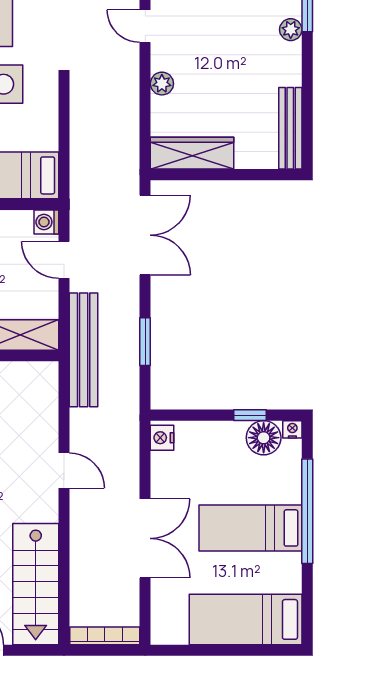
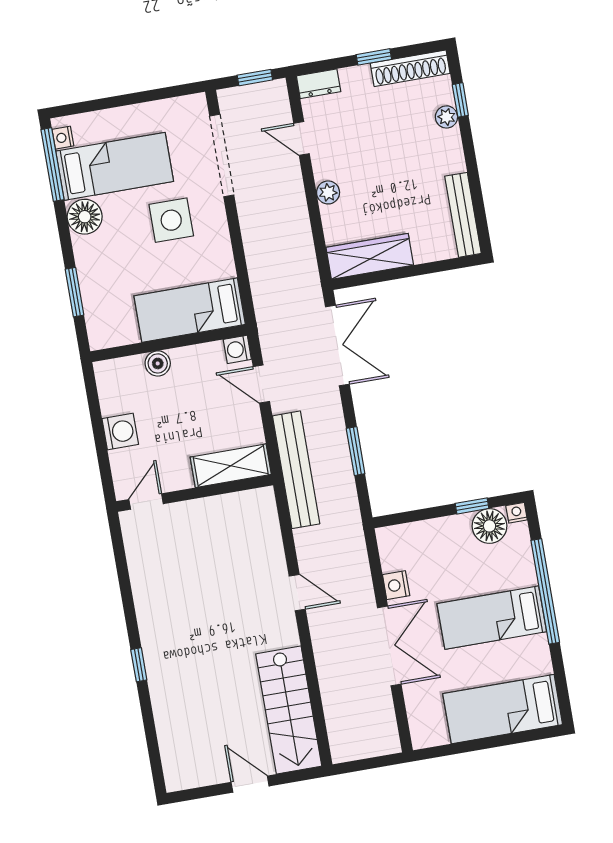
nightstand: (162, 438) -> (396, 585), moved
bookcase: (105, 636) -> (366, 749), removed

